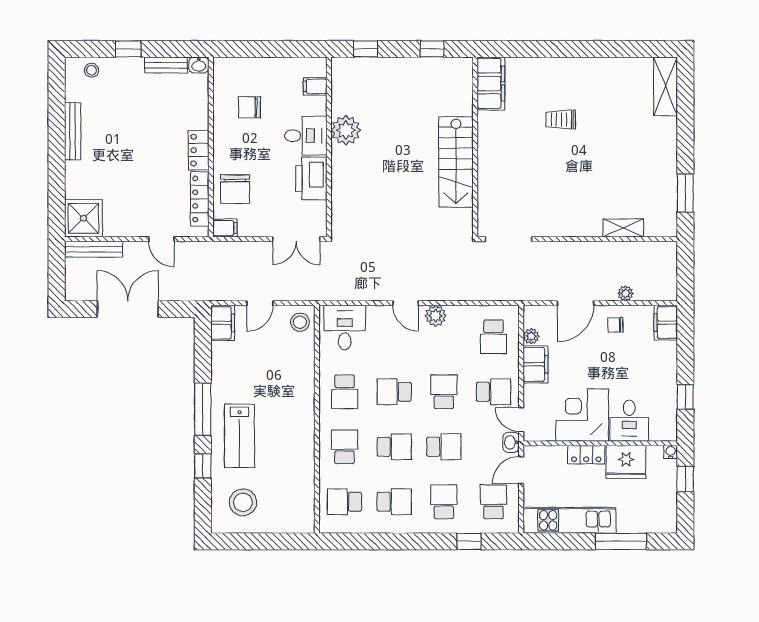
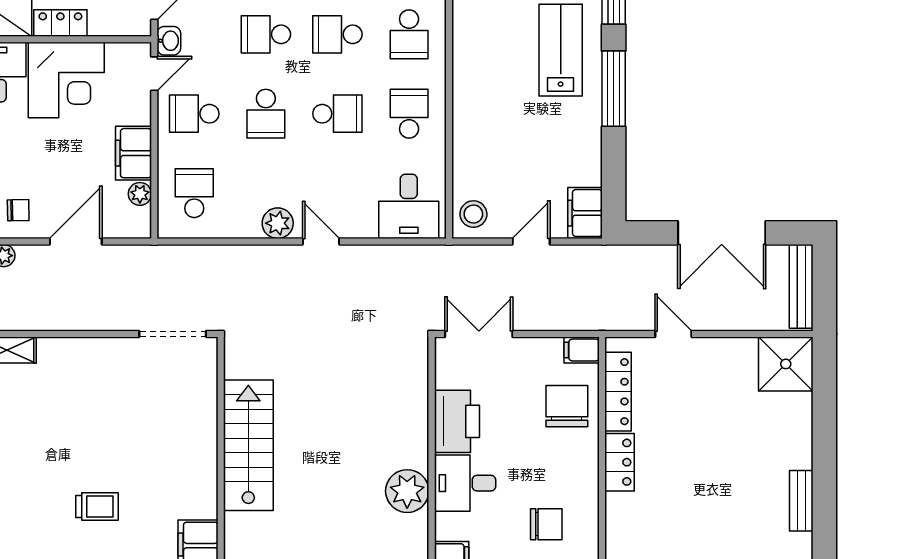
bench: (73, 131) -> (801, 501), width x0.73
bench: (94, 249) -> (801, 286), moved, turned 90
door: (521, 420) -> (154, 74), hinge flipped

